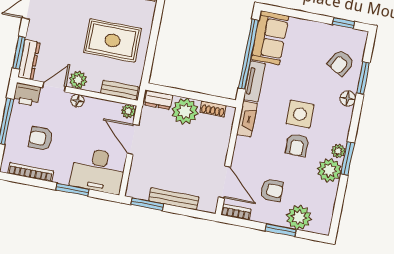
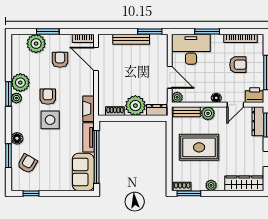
plant: (78, 80) -> (208, 113), moved
armchair: (272, 190) -> (60, 60), turned 90

